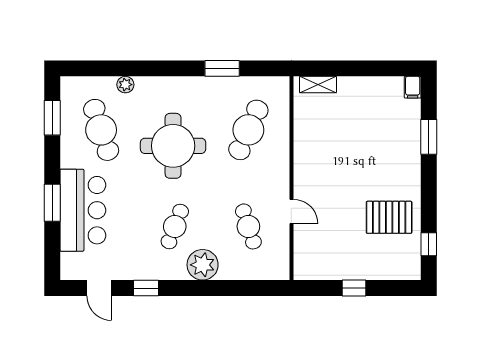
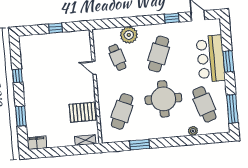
filing cabinet: (413, 87) -> (37, 143), width x2.00
window: (52, 118) -> (232, 109), width x1.44
pallet: (389, 217) -> (83, 112), moved
cafe table: (175, 226) -> (159, 54), width x1.37, depth x1.35
window: (429, 244) -> (17, 76), moved
plant: (203, 265) -> (129, 35), moved

